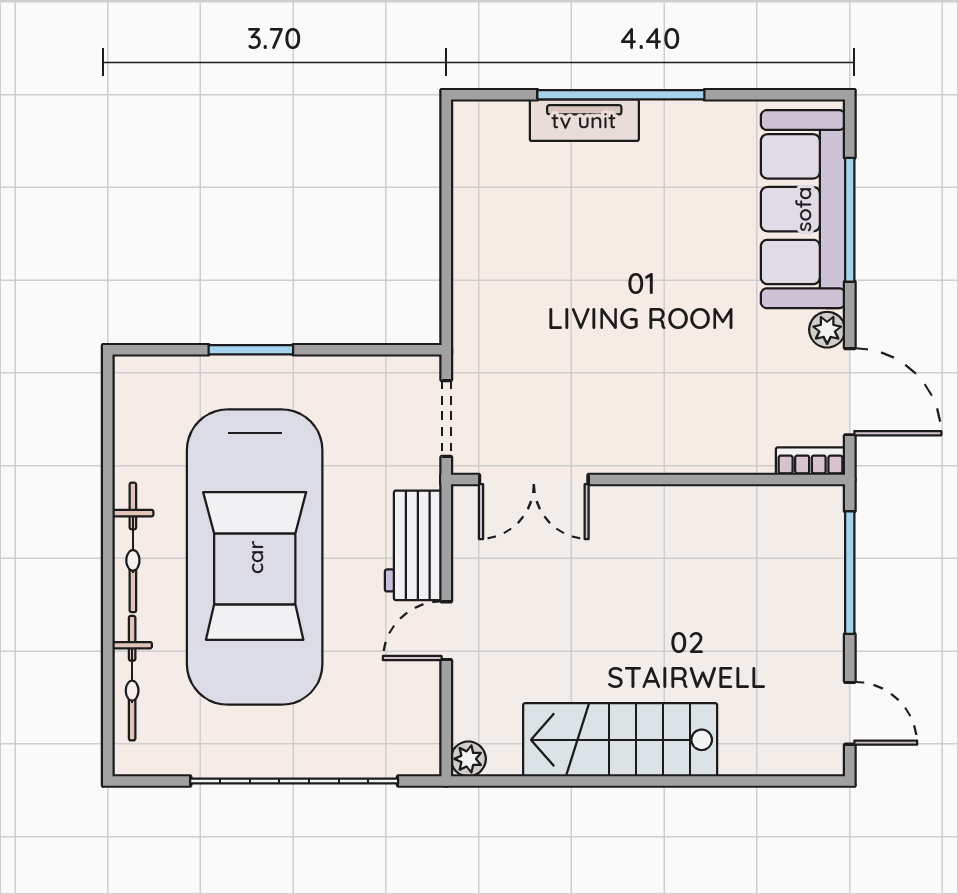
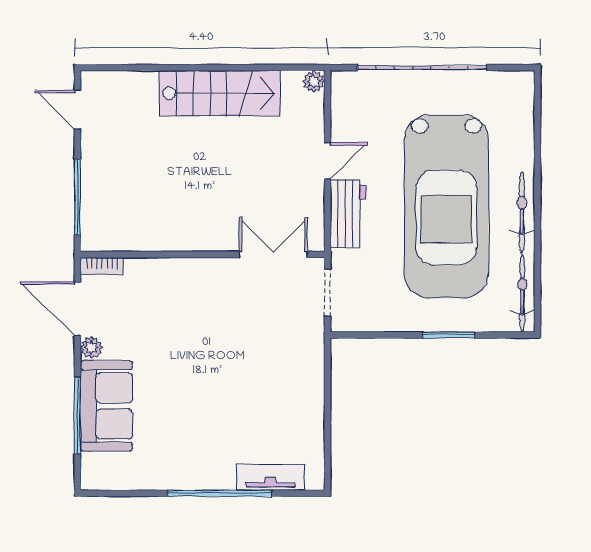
tv unit: (584, 120) -> (271, 477), moved
sofa: (803, 209) -> (106, 406), width x0.73
car: (255, 557) -> (446, 206), turned 180
bicycle: (132, 678) -> (522, 293), moved

